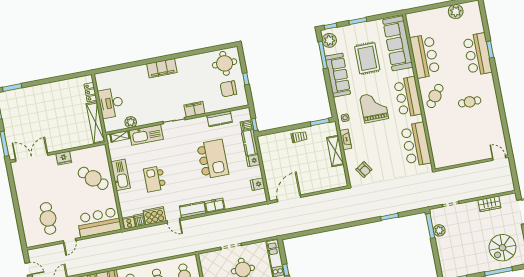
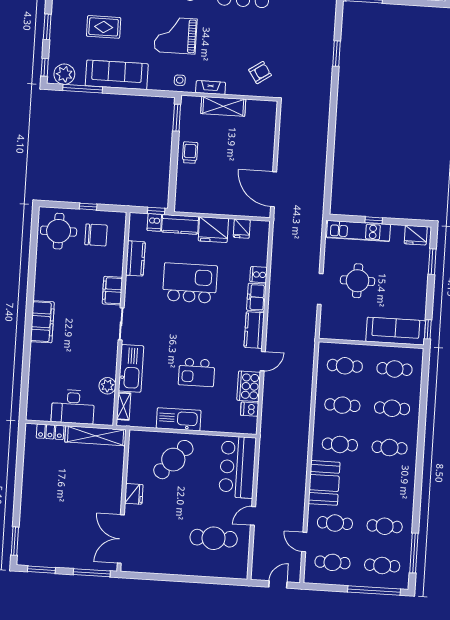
rug: (367, 58) -> (104, 27), width x0.73, depth x0.70
chair: (228, 89) -> (96, 235), turned -90
fridge: (253, 161) -> (213, 230), width x1.88, depth x1.34
cooker: (129, 223) -> (259, 275), moved
door: (70, 241) -> (253, 516), swing flipped

